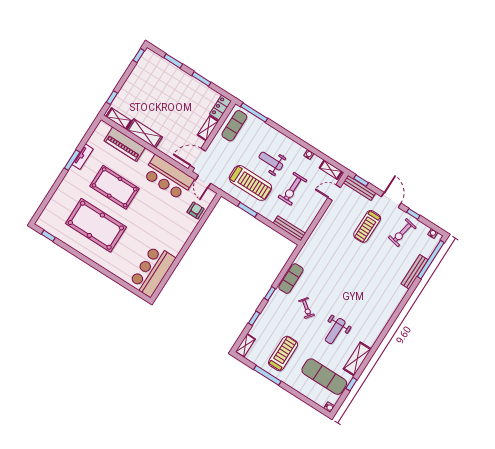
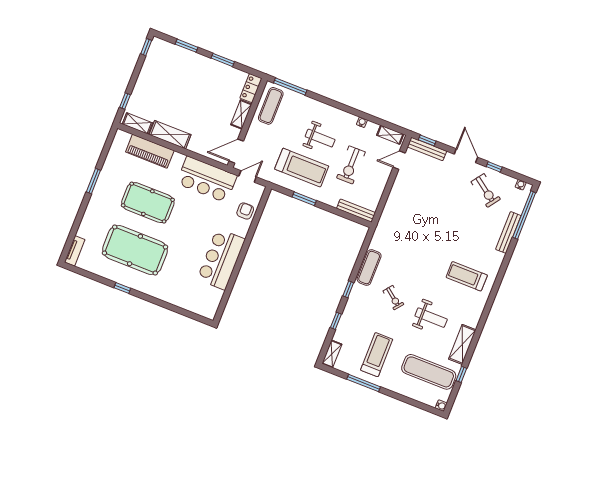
tv unit: (83, 157) -> (75, 251), moved
weight bench: (271, 161) -> (320, 138), turned 180
door: (203, 182) -> (248, 176), swing flipped
treadmill: (367, 226) -> (467, 276), moved, turned 90
exercise bike: (402, 233) -> (486, 190), turned -65
window: (48, 236) -> (122, 288), moved
bar counter: (152, 271) -> (221, 259), moved
weight bench: (335, 331) -> (431, 318), turned -90

